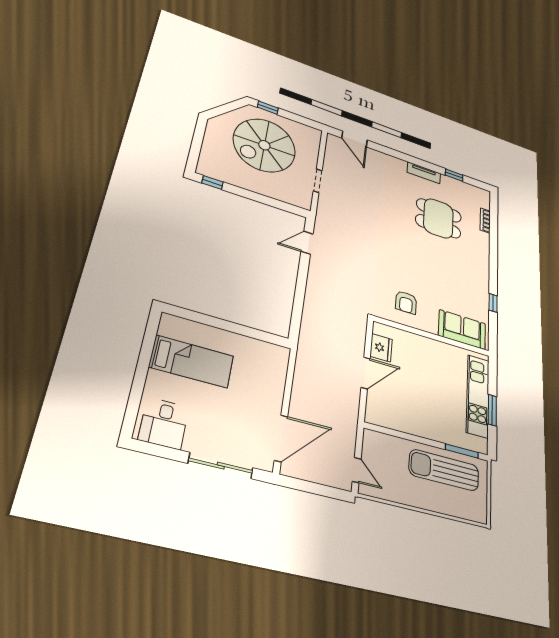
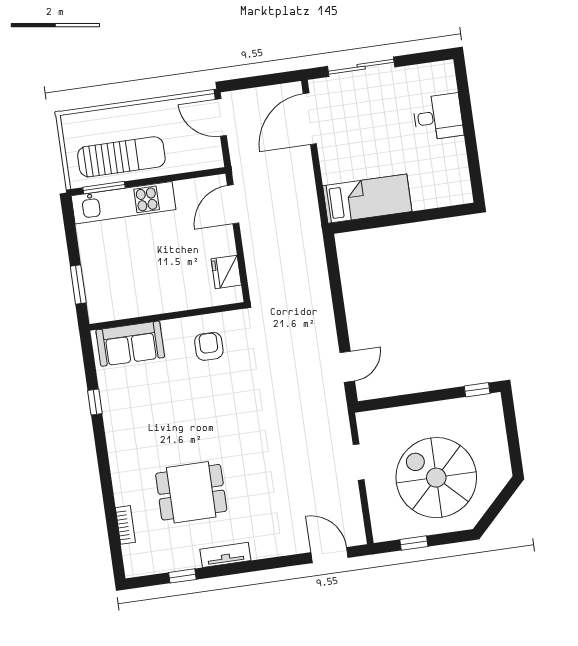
window: (268, 108) -> (414, 543), moved
spiral stairs: (264, 145) -> (436, 478), turned -90
bed: (192, 361) -> (367, 199), moved, turned 180
door: (366, 373) -> (233, 204), moved
kitchen unit: (478, 396) -> (123, 203), moved, turned 90
window: (492, 410) -> (78, 284), moved
desk: (164, 423) -> (438, 117), moved, turned 90
door: (357, 470) -> (221, 117), width x1.38

